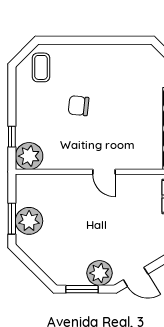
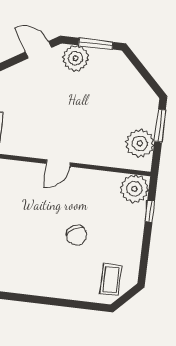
chair: (79, 106) -> (77, 235), turned 56
door: (104, 172) -> (58, 163), swing flipped
plant: (29, 221) -> (140, 143), moved

